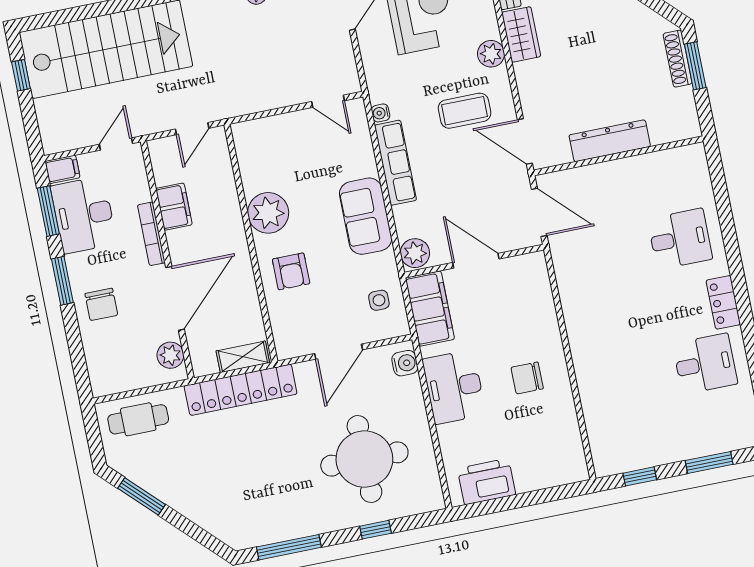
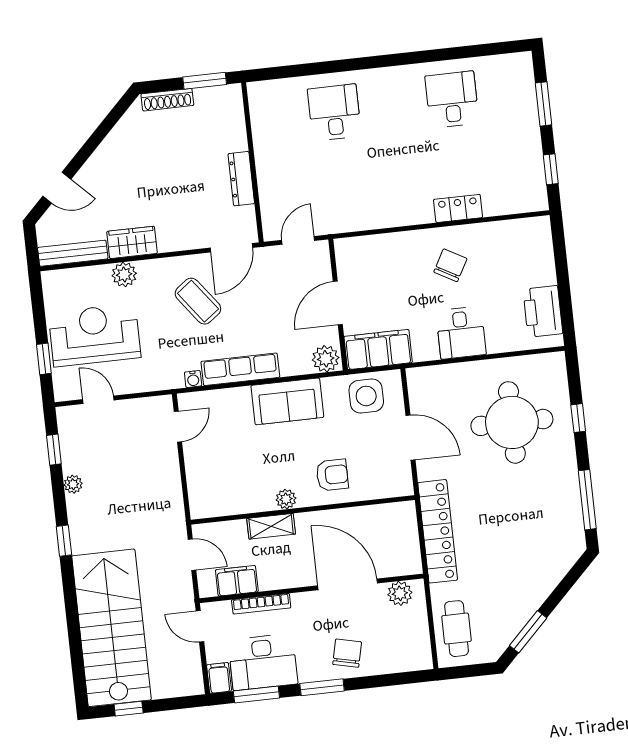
plant: (491, 54) -> (124, 275), moved
window: (695, 66) -> (205, 81), moved
coffee table: (465, 111) -> (198, 301), turned -37
dresser: (610, 141) -> (241, 179), width x0.73, depth x0.80
filing cabinet: (174, 207) -> (237, 581), moved
door: (539, 212) -> (298, 240), width x0.73
plant: (268, 213) -> (286, 499), width x0.53, depth x0.53
bookcase: (151, 234) -> (261, 604), moved
side table: (379, 300) -> (366, 396), width x1.87, depth x1.87
locker: (723, 302) -> (458, 208), moved, turned 180
chair: (101, 304) -> (347, 653), turned -77
shelving: (243, 357) -> (271, 526), moved, turned 90
water cooler: (405, 363) -> (427, 377), removed
chair: (527, 378) -> (450, 265), turned -151
desk: (454, 387) -> (461, 333), width x0.73

